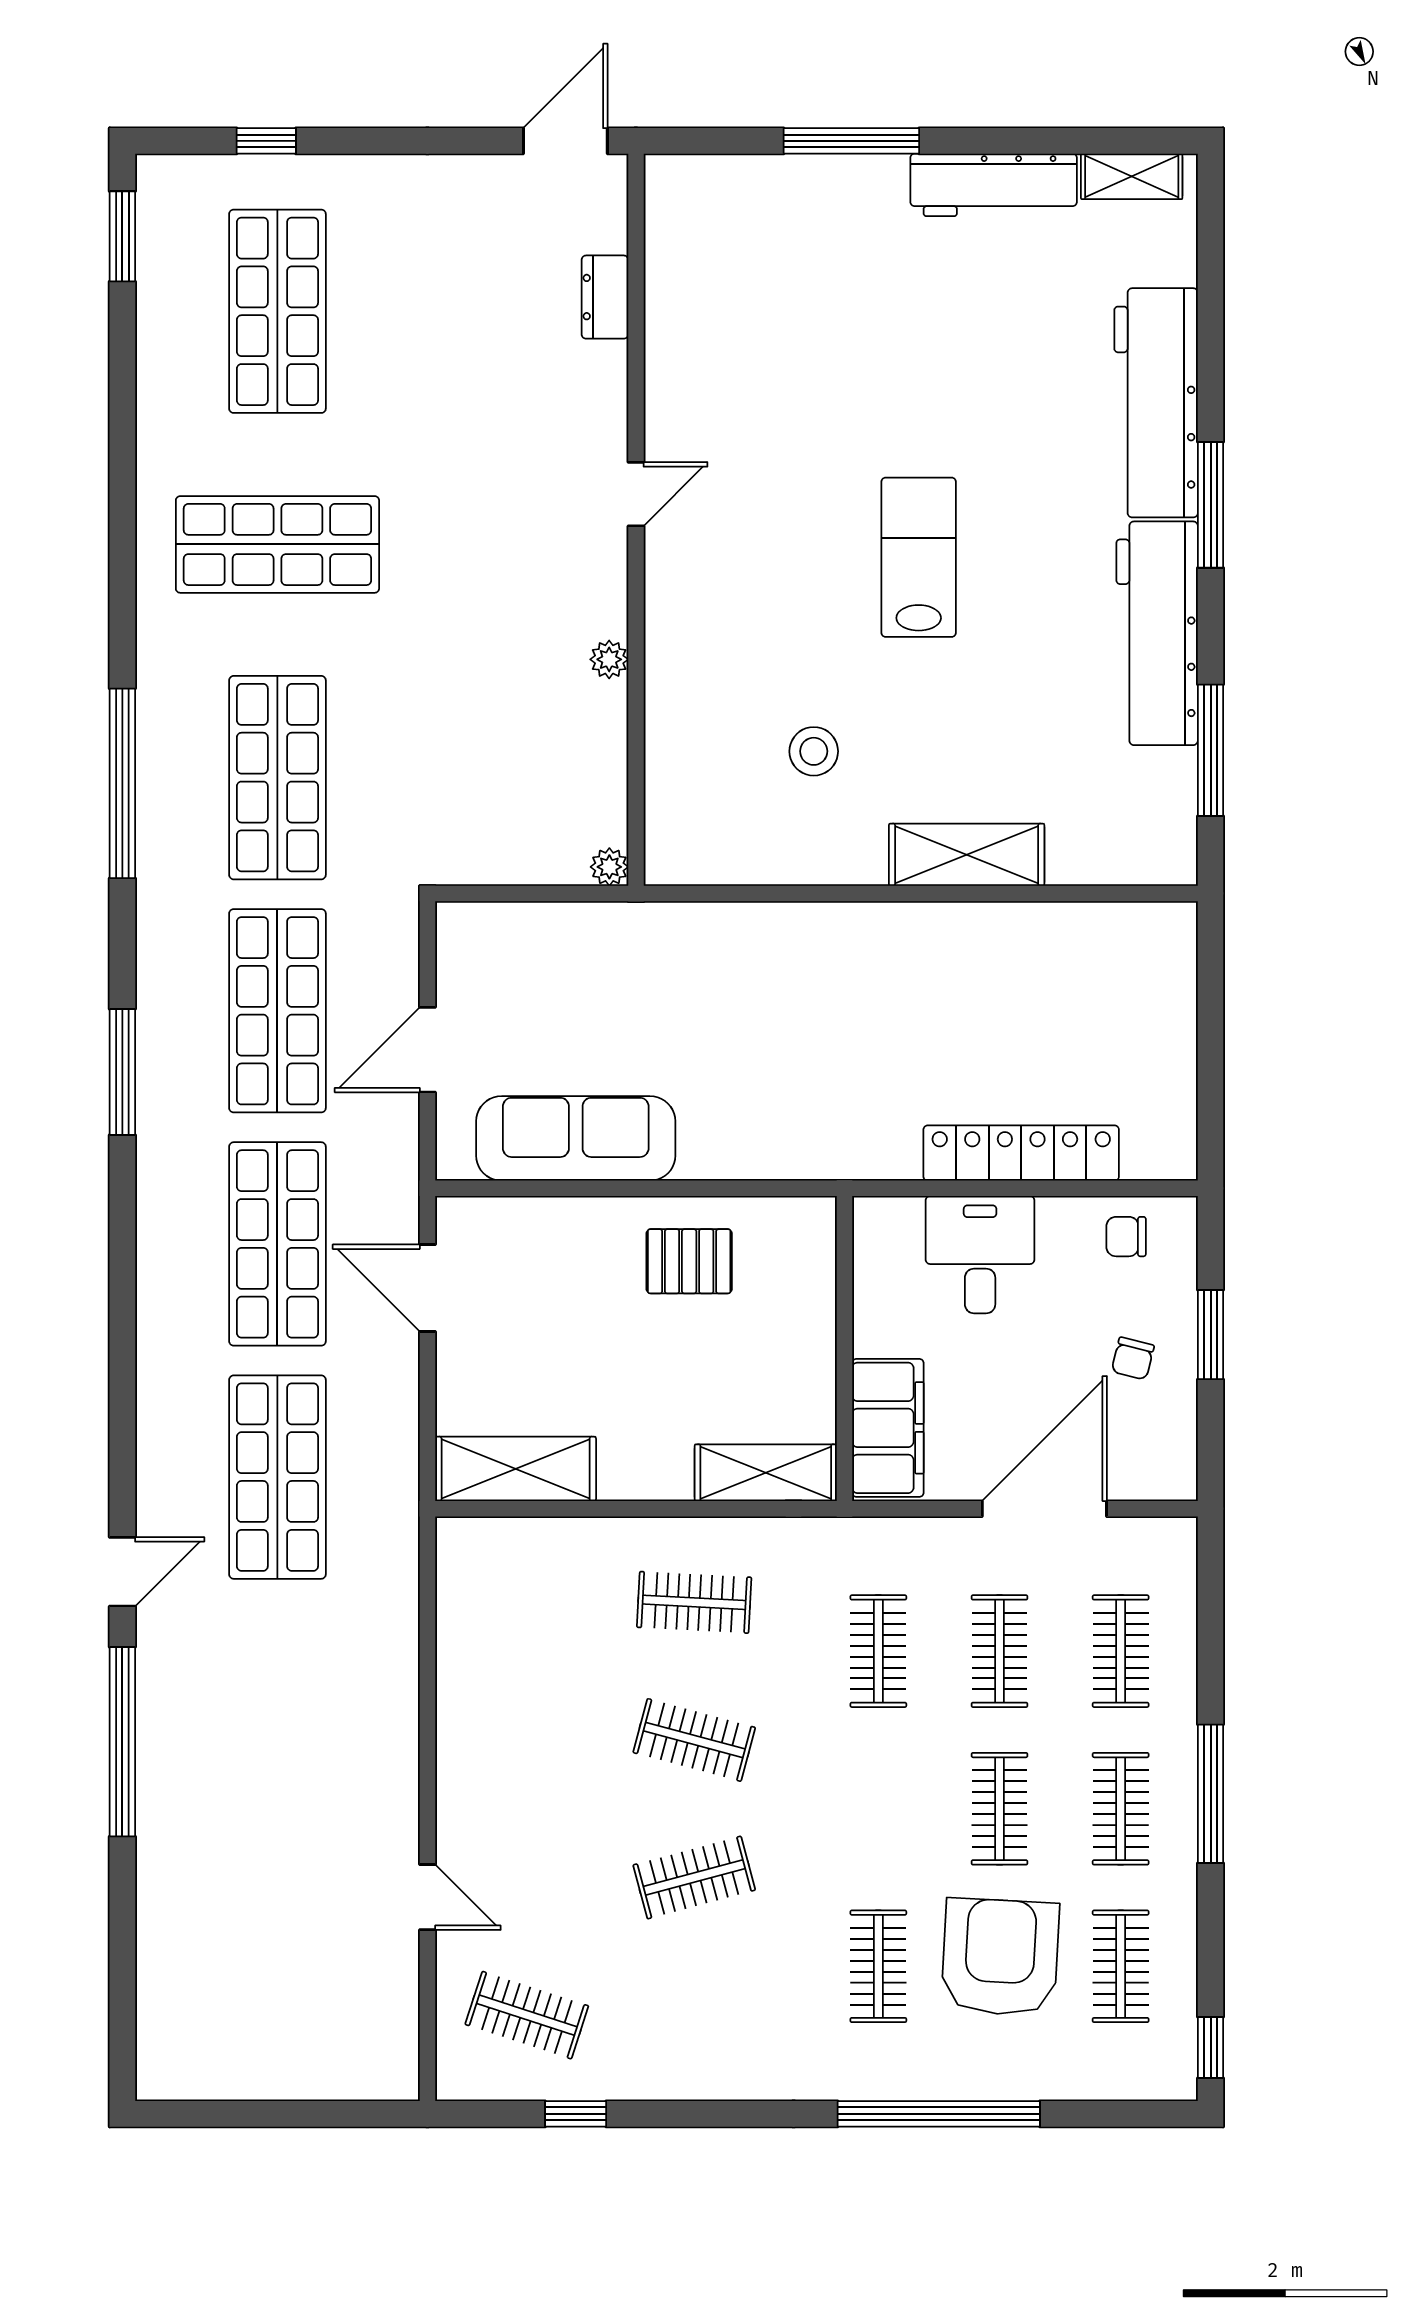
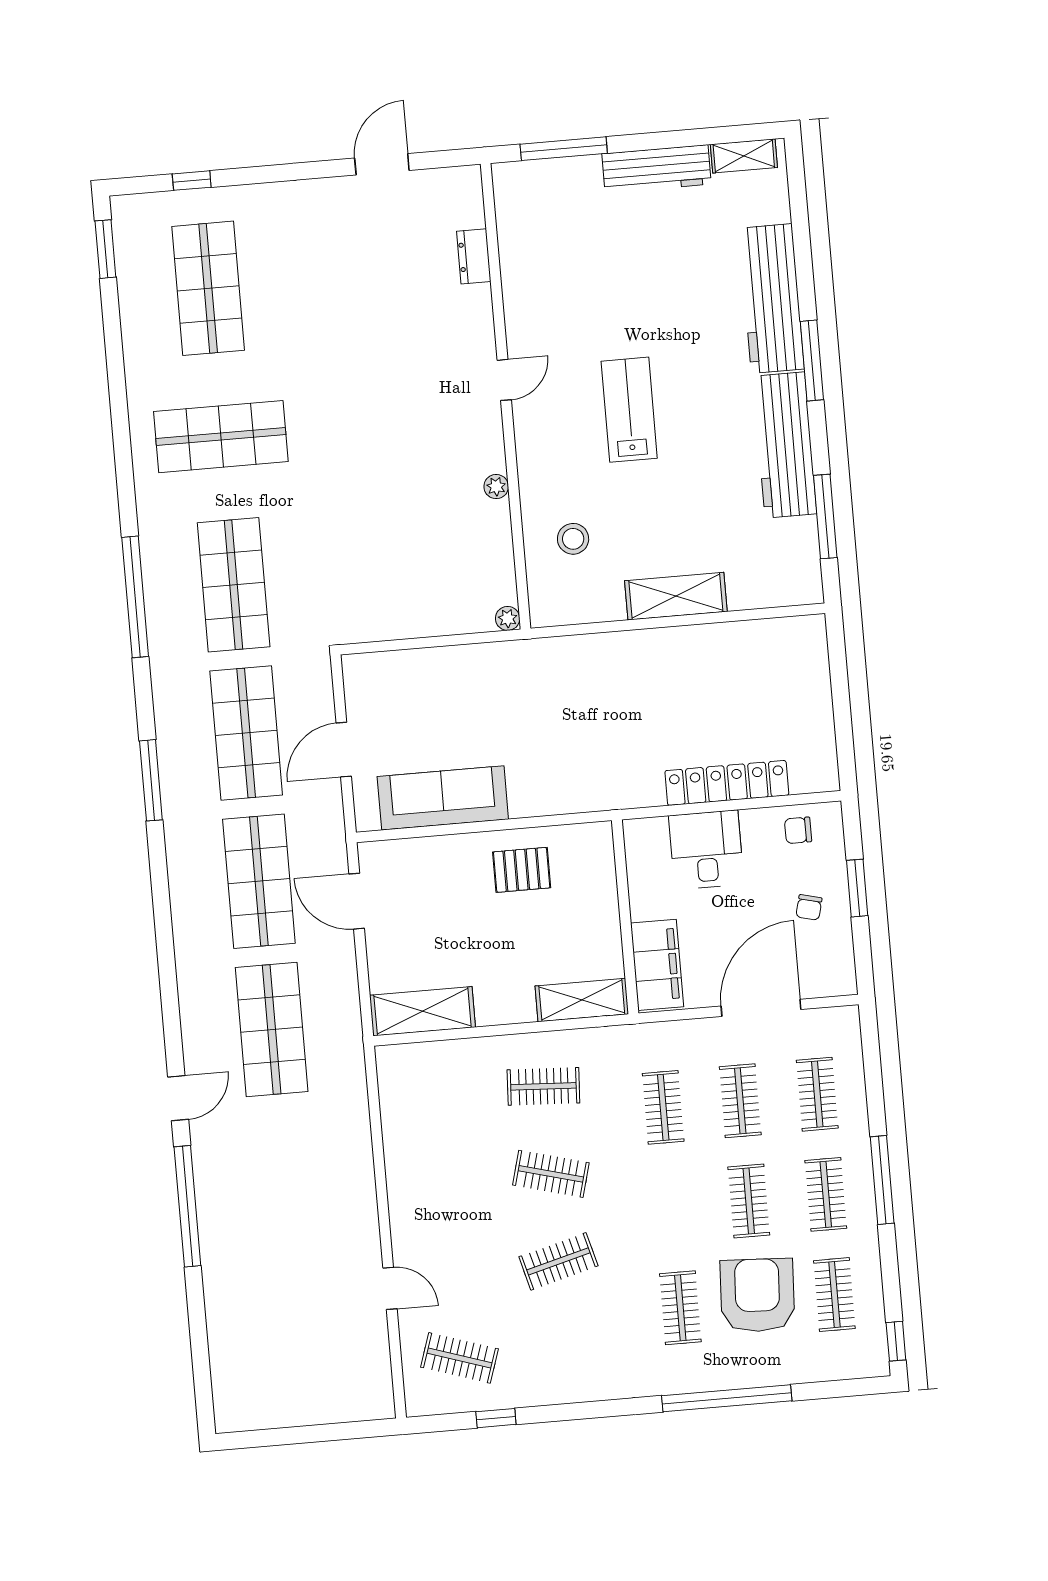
dresser: (605, 297) -> (474, 256), moved
door: (636, 494) -> (504, 380), moved
wall: (636, 520) -> (506, 396), moved
plant: (609, 659) -> (496, 487), moved
plant: (609, 867) -> (508, 618), moved

